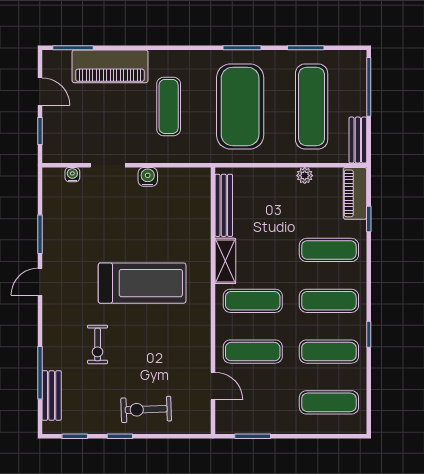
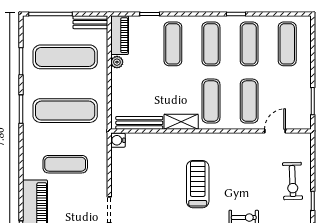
exercise mat: (240, 106) -> (65, 111), width x0.68
water cooler: (148, 177) -> (118, 140), moved
piano: (355, 193) -> (120, 35), moved, turned -90
treadmill: (142, 283) -> (198, 184), width x0.73, depth x0.73

